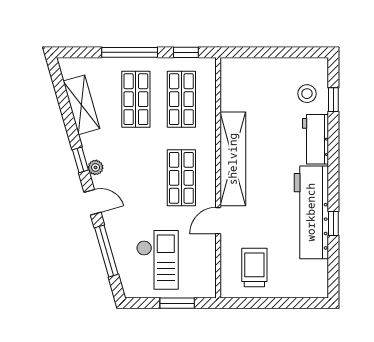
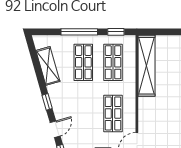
shelving: (233, 159) -> (147, 66), moved
plant: (96, 167) -> (57, 107), removed
door: (92, 202) -> (55, 129), hinge flipped

